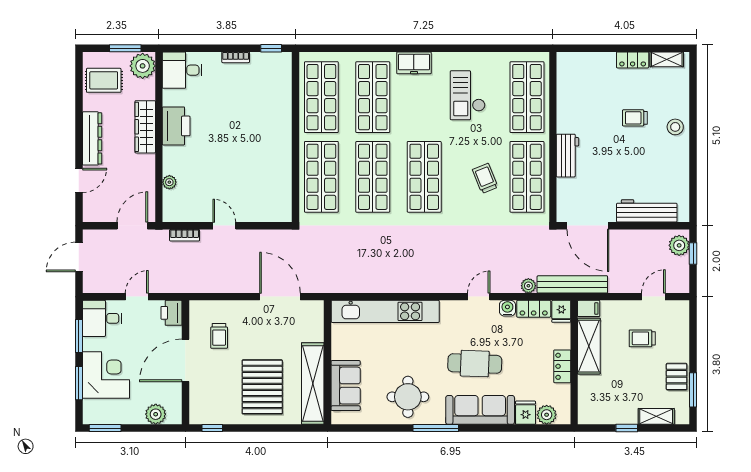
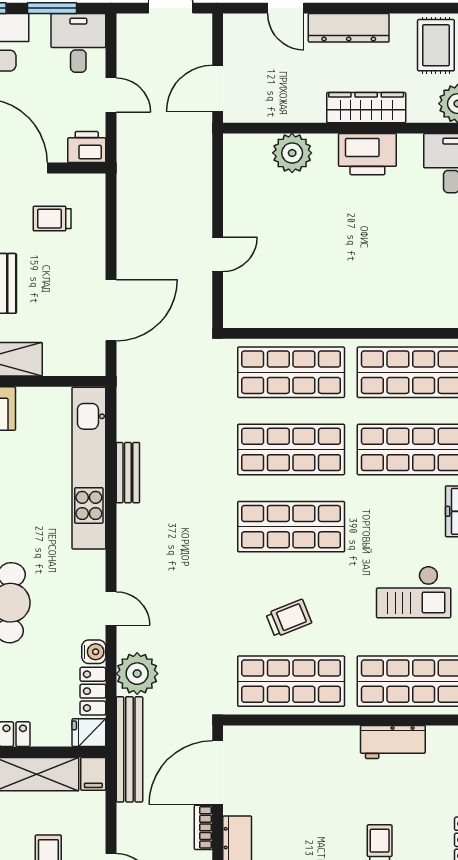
checkout: (468, 95) -> (414, 592), turned 180
workbench: (567, 156) -> (393, 742), moved
plant: (169, 182) -> (292, 153), width x1.88, depth x1.88
door: (132, 226) -> (218, 88), swing flipped
door: (224, 226) -> (218, 254), moved
bookcase: (185, 235) -> (203, 827), moved
bench: (388, 285) -> (128, 473), added
plant: (528, 286) -> (137, 674), width x1.88, depth x1.88

